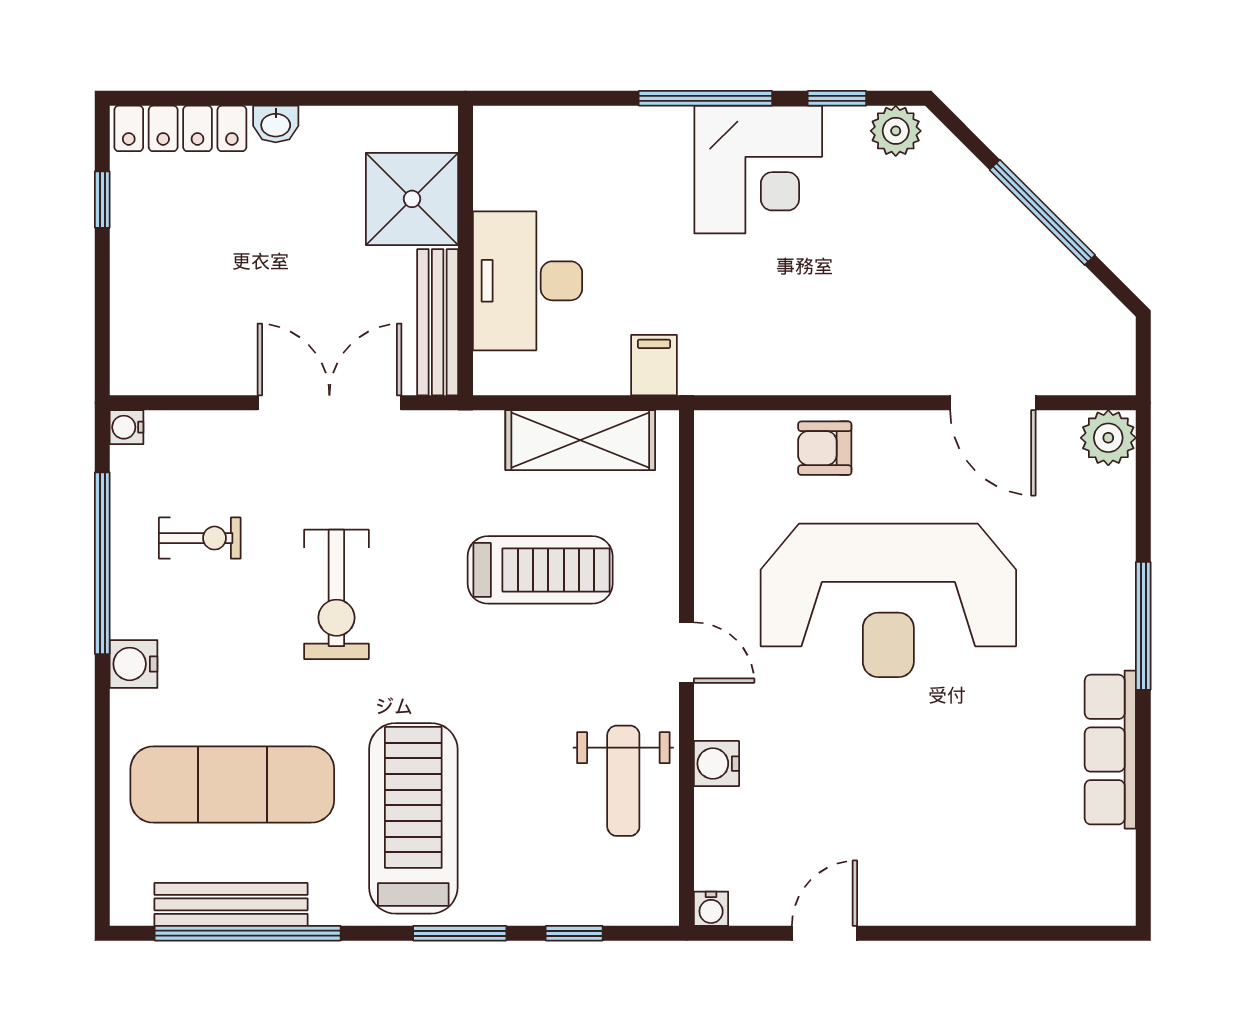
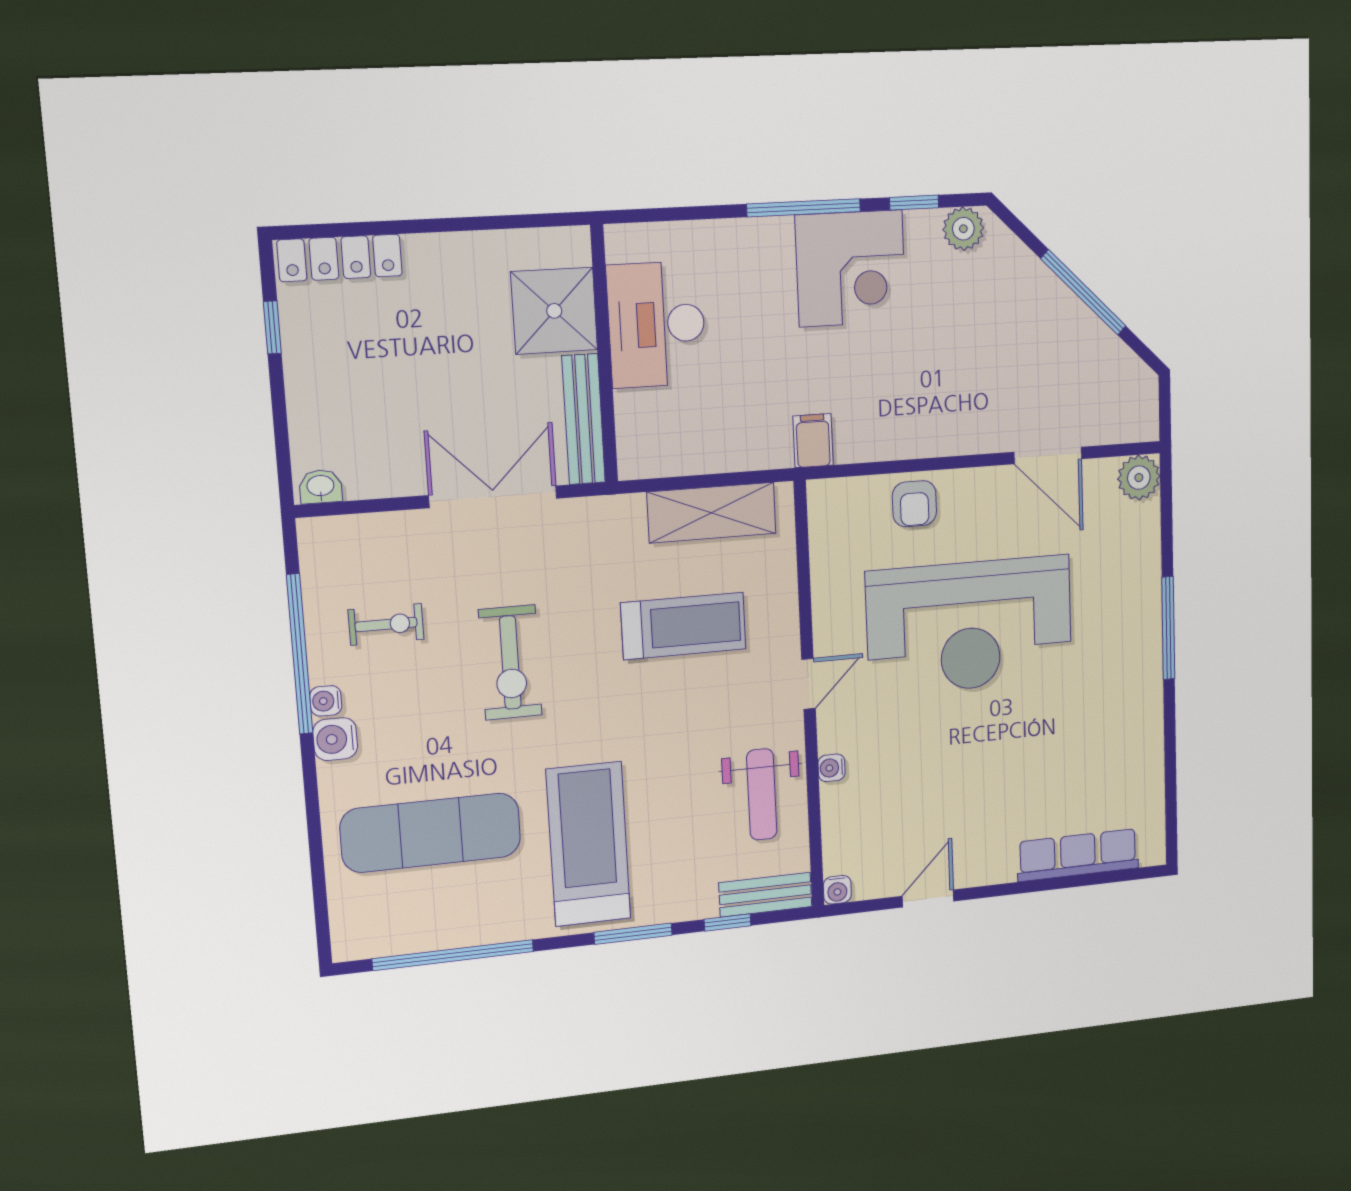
washbasin: (276, 124) -> (320, 487), moved, turned 180
desk: (528, 281) -> (657, 324), moved
filing cabinet: (654, 365) -> (813, 441), moved
water cooler: (127, 427) -> (326, 701), moved
armchair: (825, 448) -> (914, 504), turned -90
door: (687, 653) -> (809, 684), hinge flipped
row of seats: (1110, 750) -> (1078, 855), moved, turned 90
water cooler: (716, 764) -> (832, 768), width x0.72, depth x0.72
bench: (231, 904) -> (765, 895), moved, width x0.73

